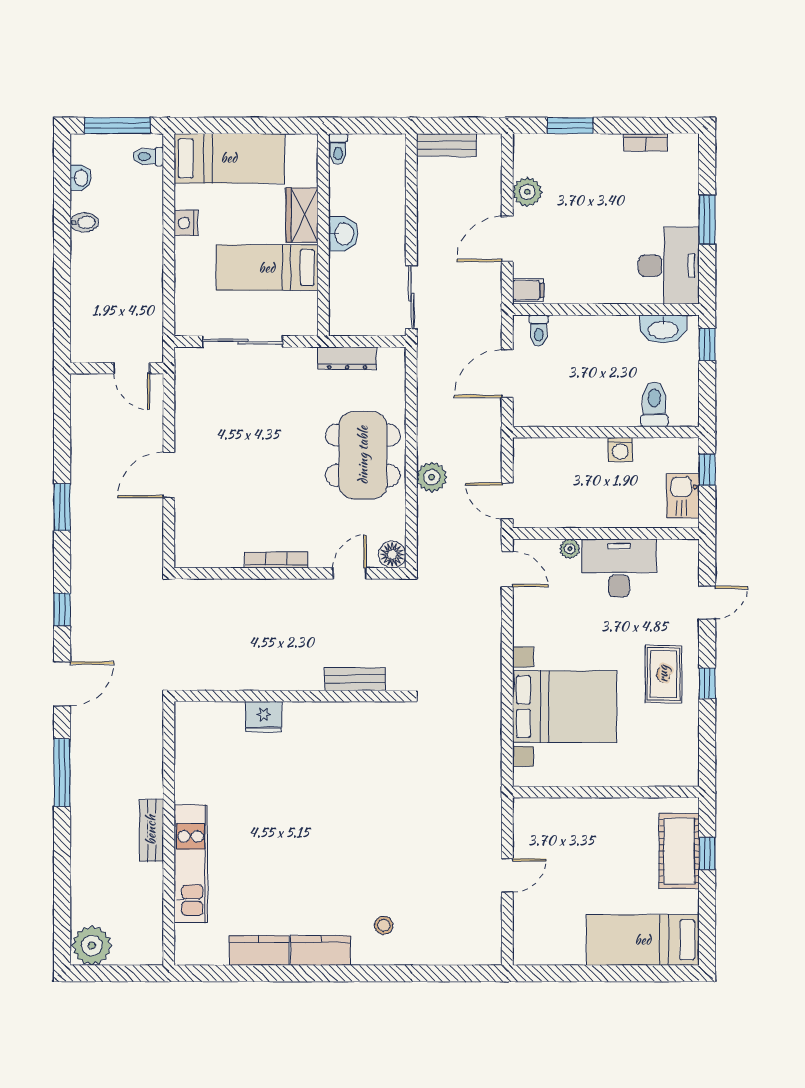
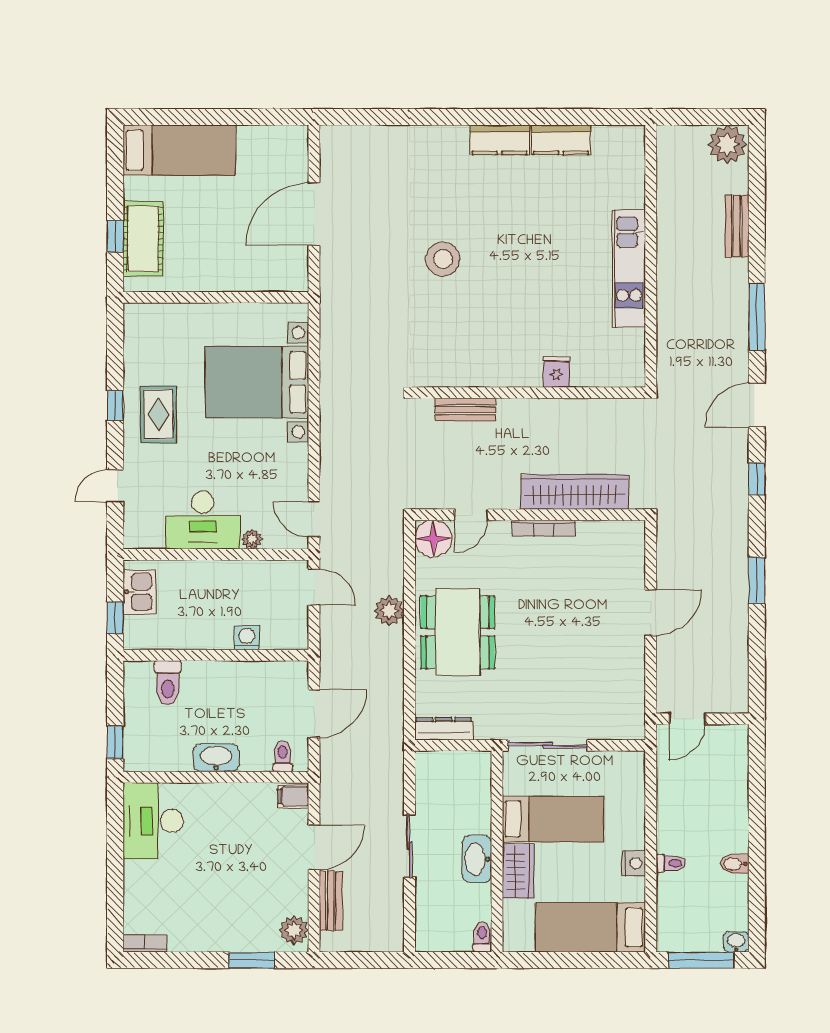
bookcase: (645, 142) -> (145, 943), moved
bench: (446, 145) -> (331, 901), moved, turned 90
toilet: (148, 157) -> (671, 863), moved
washbasin: (80, 178) -> (736, 942), moved, turned 90
plant: (527, 192) -> (294, 930), moved
window: (707, 220) -> (115, 867), removed
washbasin: (343, 234) -> (477, 859), width x1.38
sliding door: (411, 297) -> (409, 846), moved
washbasin: (663, 329) -> (216, 758), moved
sliding door: (243, 342) -> (548, 745), moved
dresser: (347, 358) -> (444, 729), moved
door: (132, 368) -> (687, 719), swing flipped
washing machine: (620, 450) -> (247, 638), moved
floor lamp: (392, 555) -> (433, 539), width x1.38, depth x1.38
wardrobe: (245, 596) -> (575, 492), added
fridge: (264, 717) -> (556, 372), width x0.72
bench: (151, 830) -> (737, 226), moved
kitchen unit: (191, 863) -> (629, 268), moved
door: (507, 875) -> (314, 214), width x1.88
stool: (384, 925) -> (443, 259), moved, width x1.89, depth x1.89

